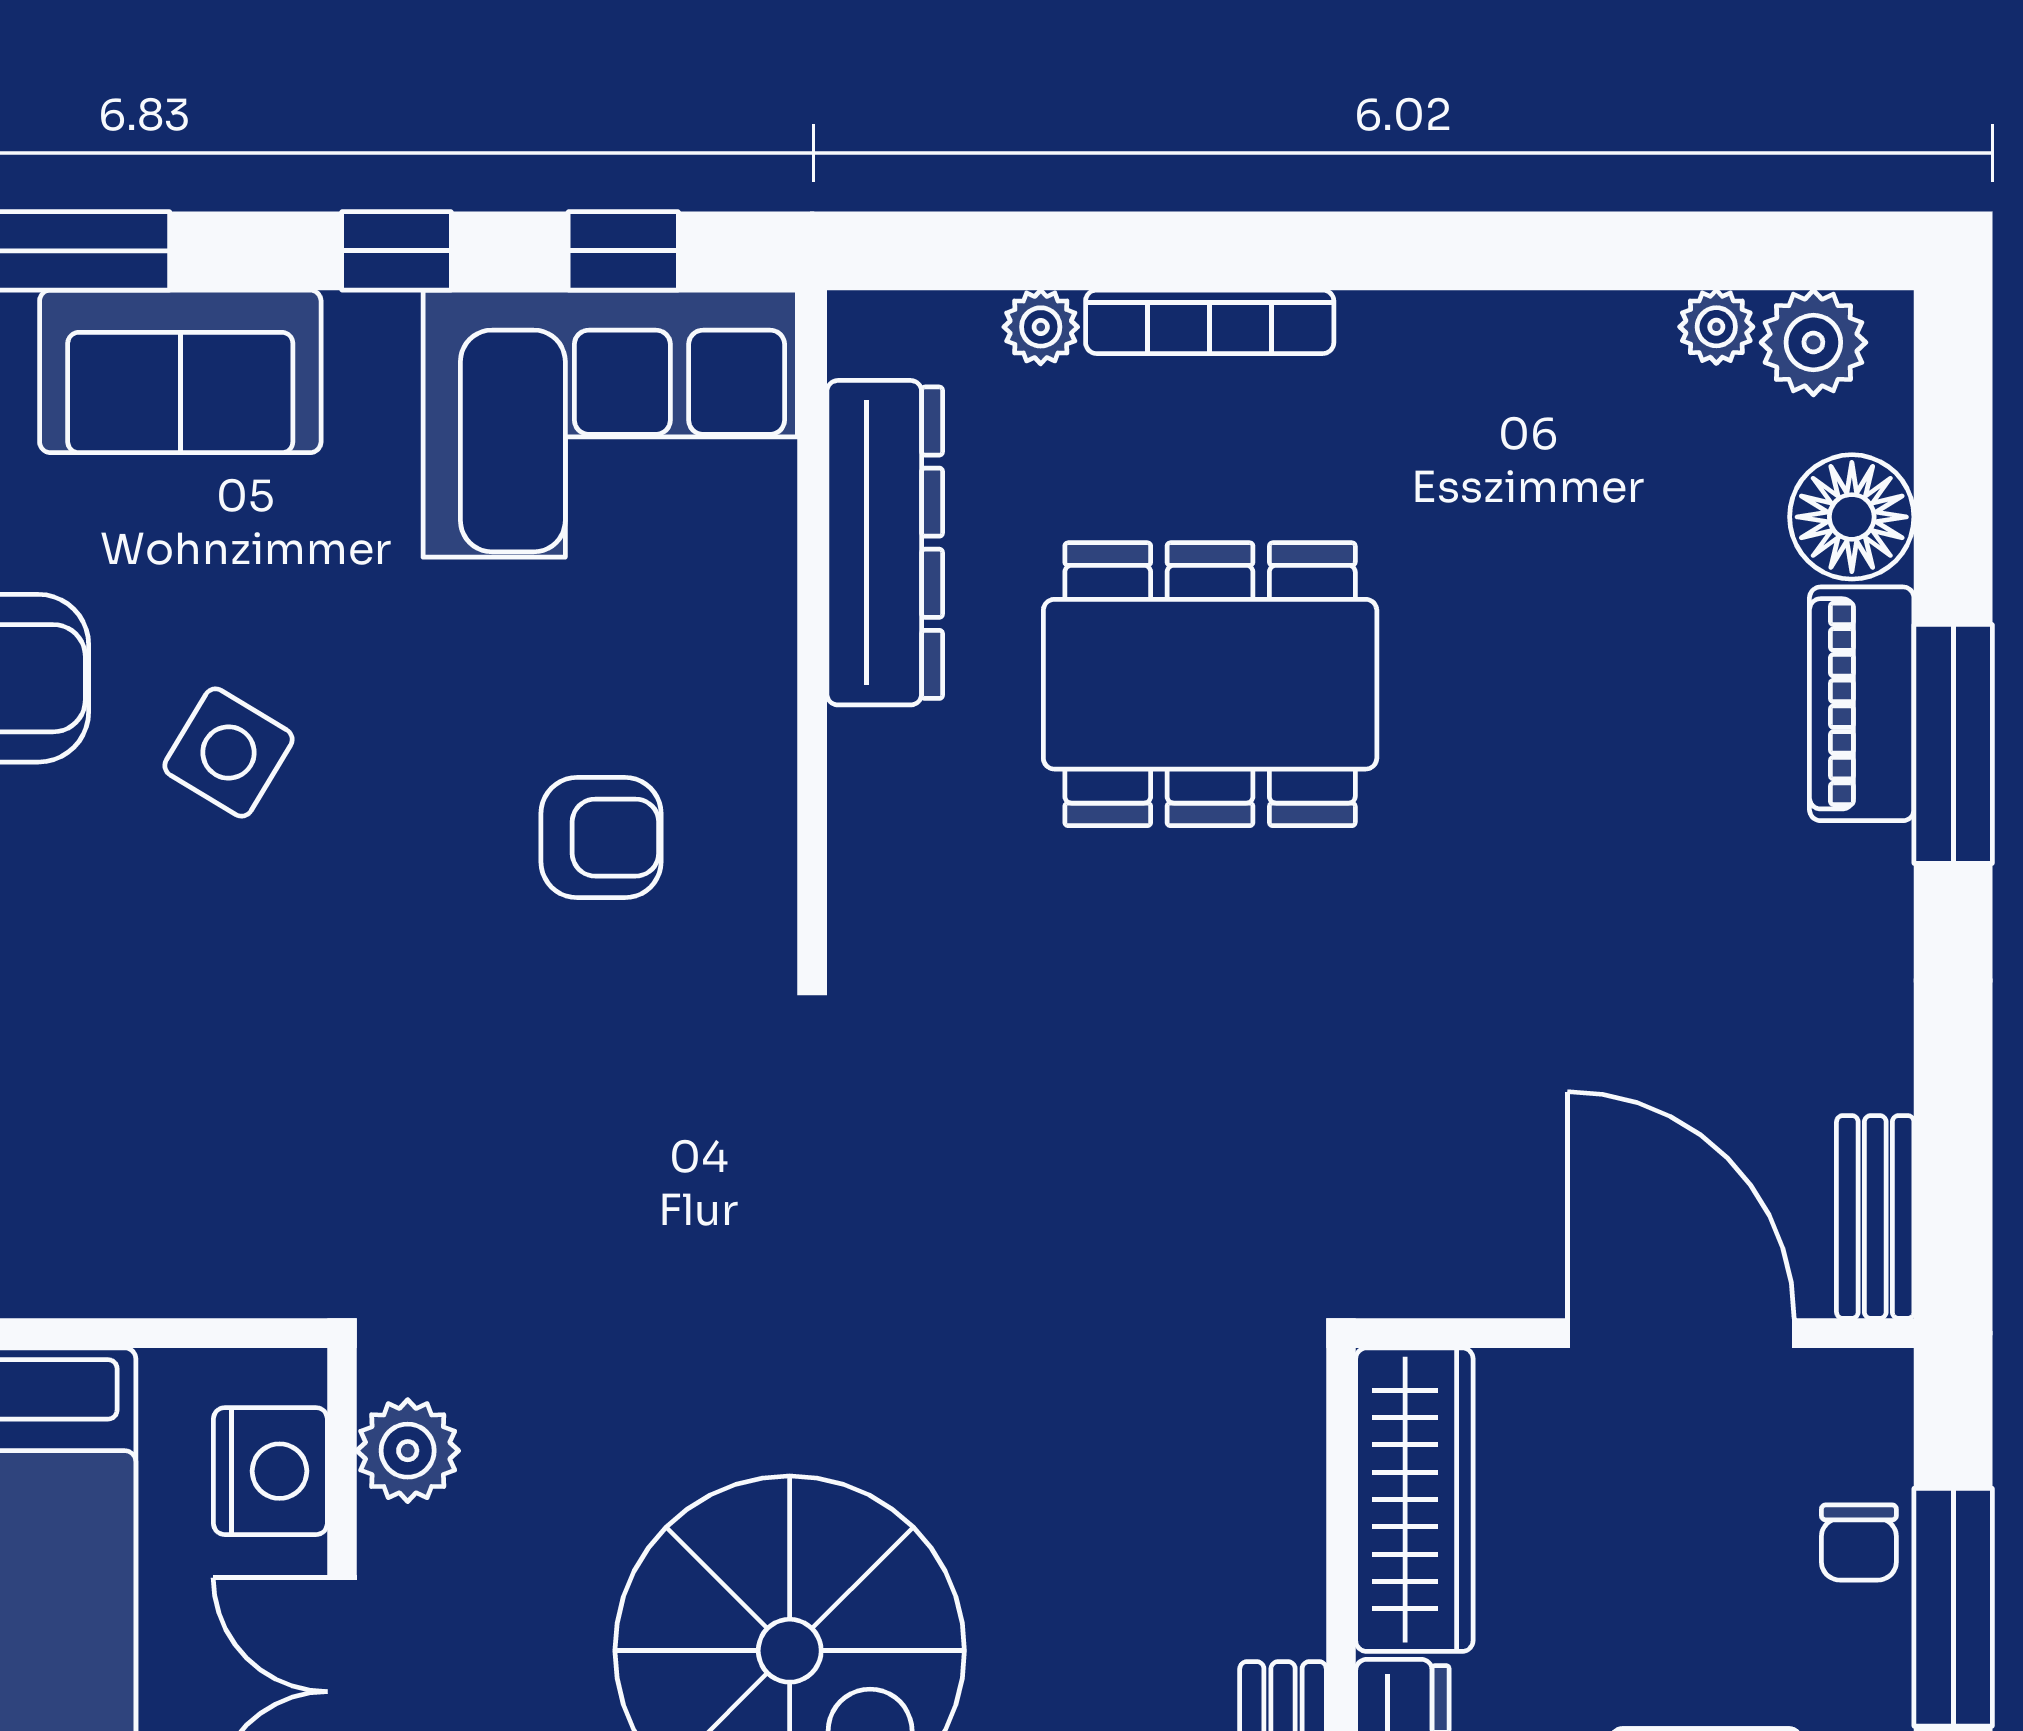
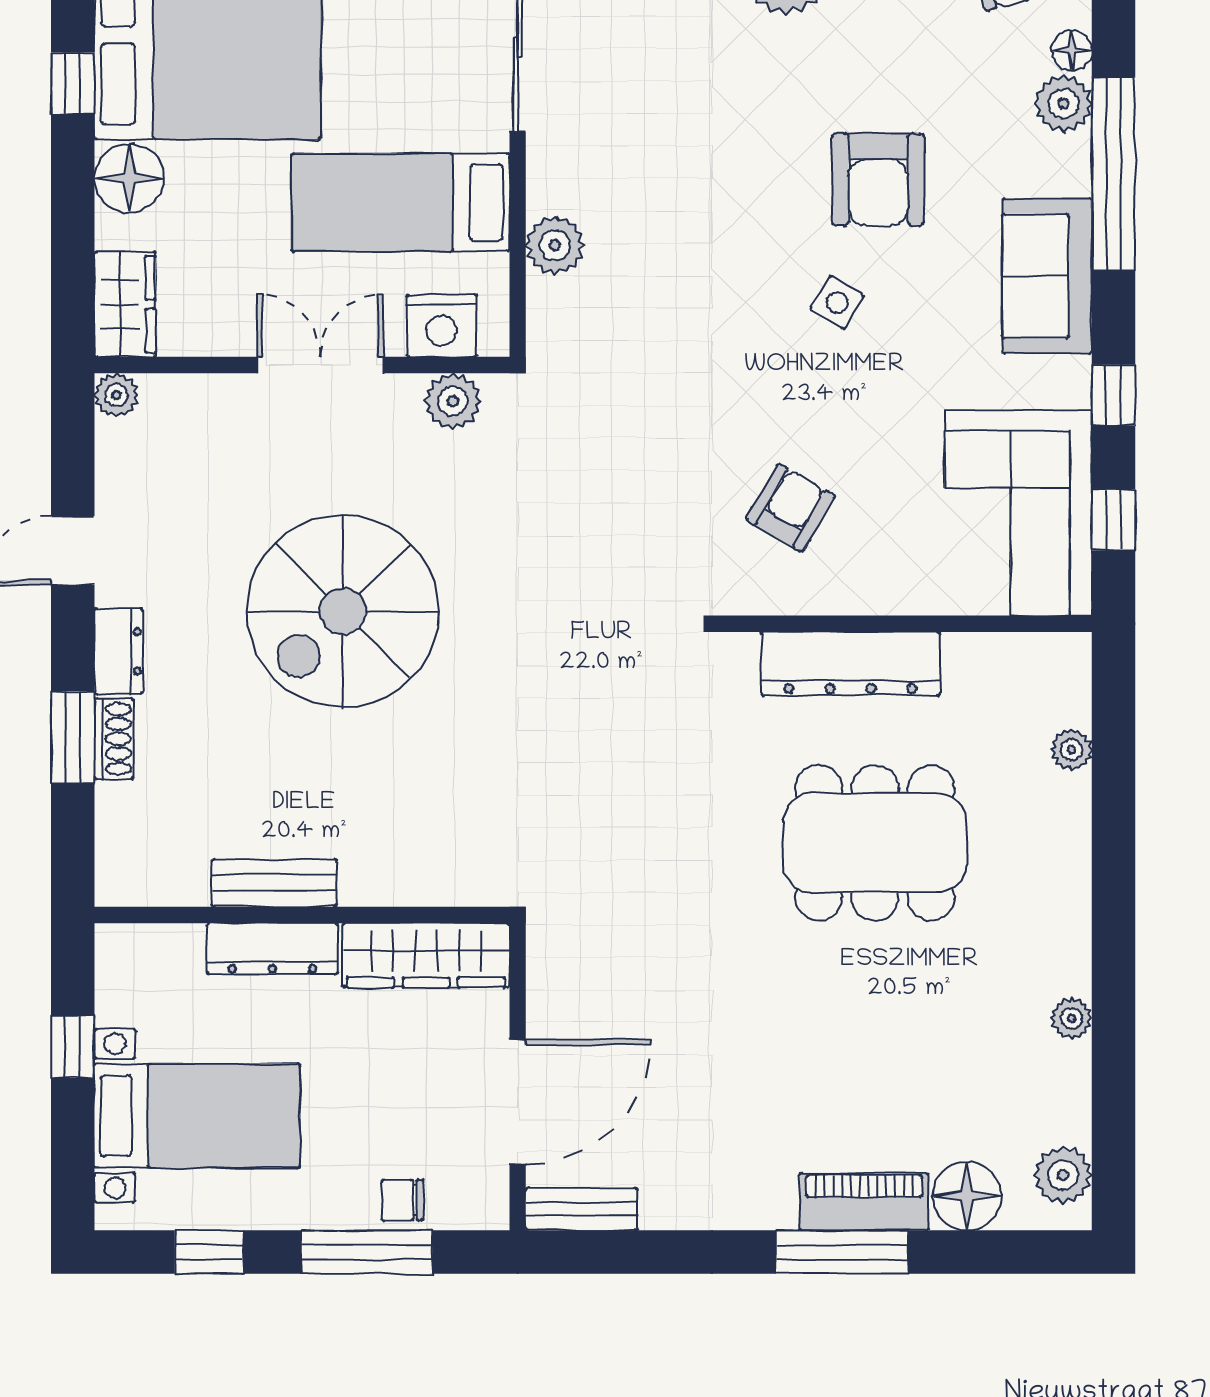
bookcase: (1210, 322) -> (1074, 843), removed
plant: (1716, 327) -> (1072, 1018), moved
dresser: (885, 543) -> (851, 664), moved
dining table: (1210, 684) -> (875, 843), turned 90
side table: (229, 753) -> (837, 303), width x0.73, depth x0.73
armchair: (601, 838) -> (790, 508), turned -150
plant: (125, 1265) -> (555, 245), added

